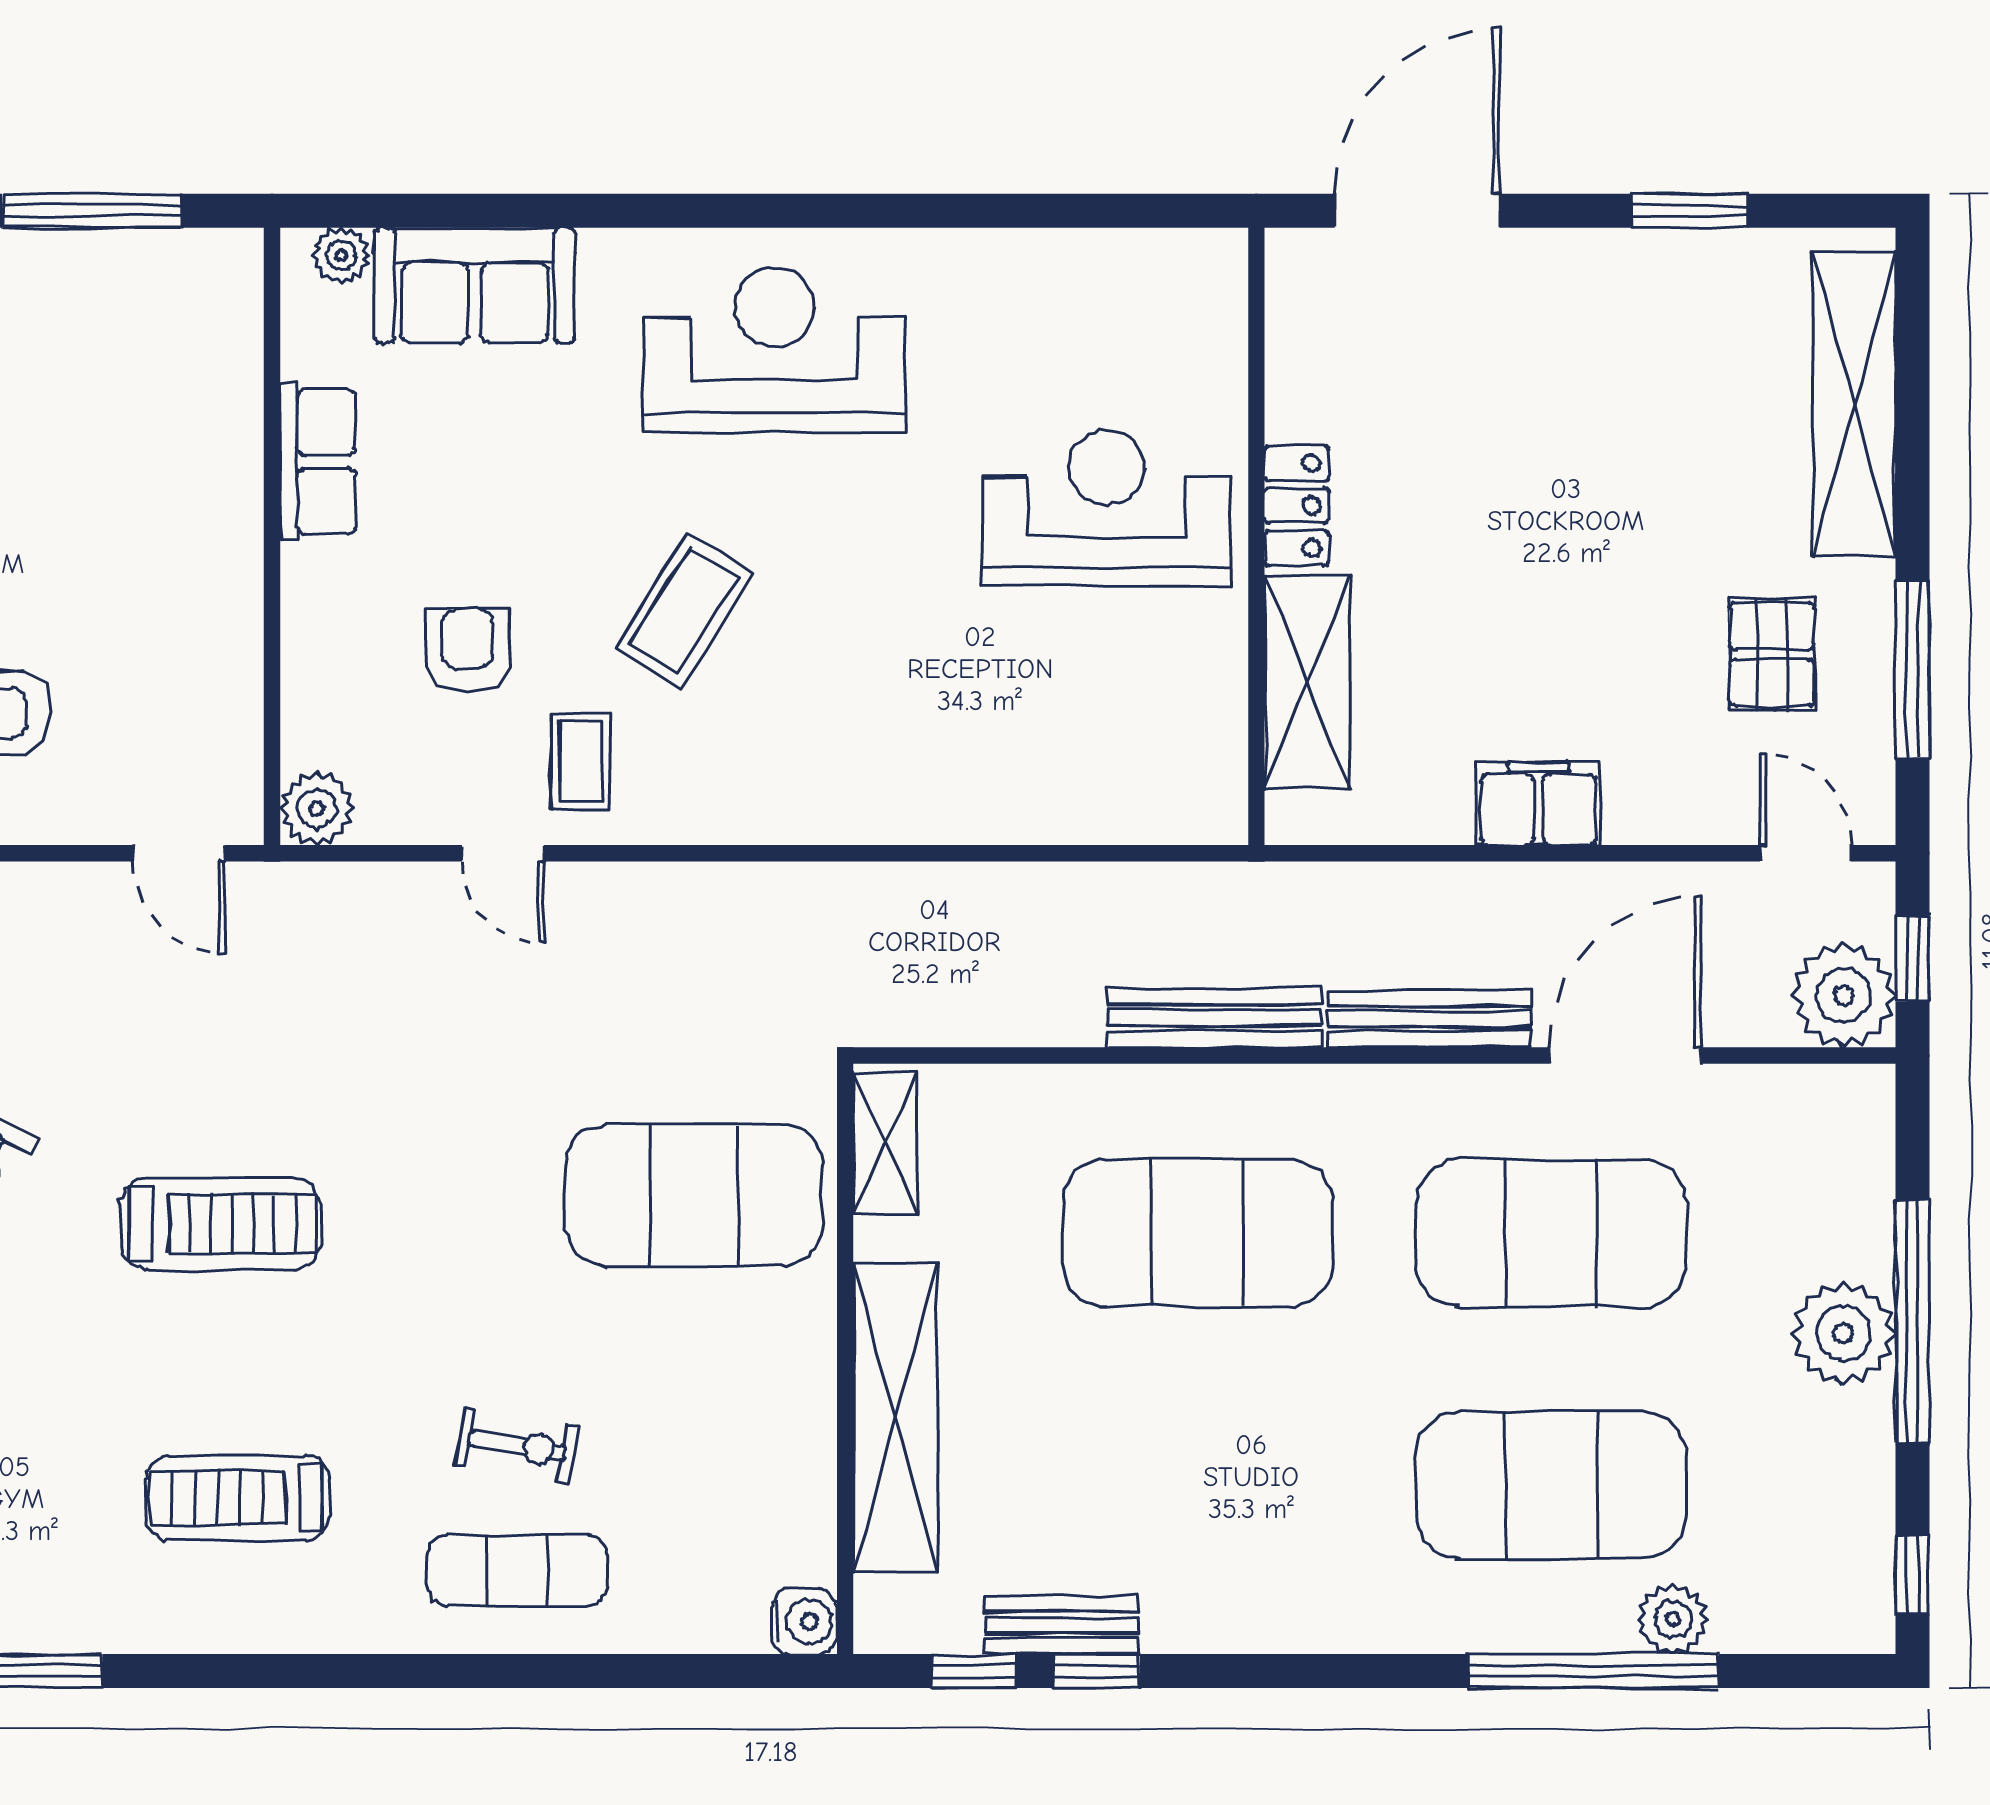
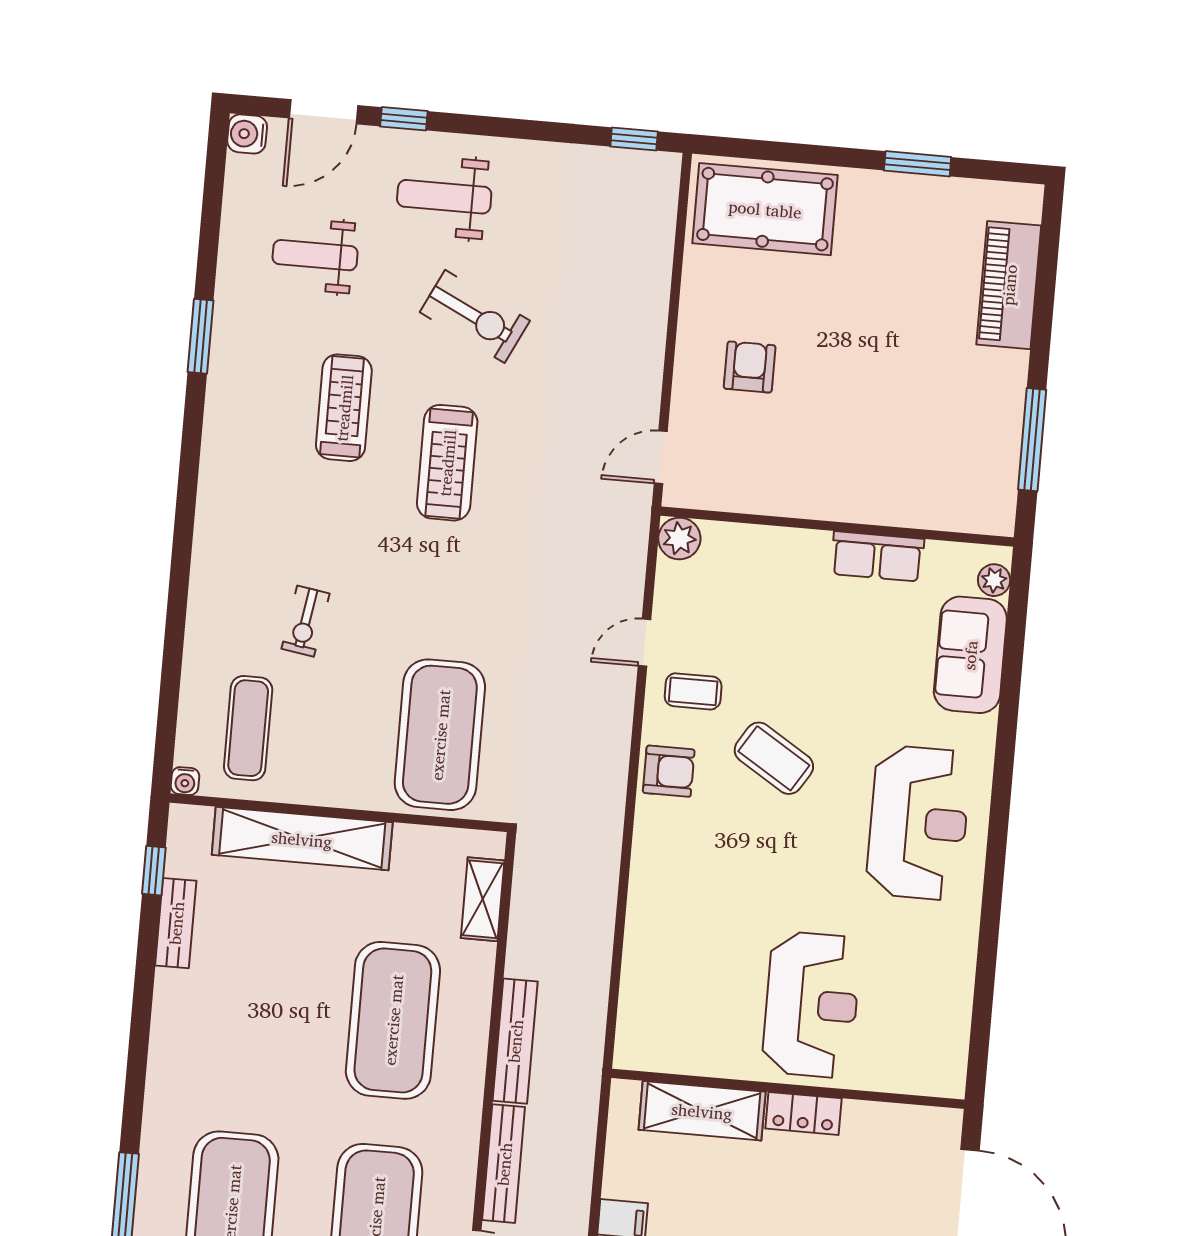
armchair: (468, 650) -> (669, 771), moved
shelving: (885, 1143) -> (483, 899), moved, turned 90
treadmill: (238, 1497) -> (344, 408), moved
exercise mat: (517, 1570) -> (248, 728), moved
water cooler: (804, 1621) -> (185, 781), width x0.72, depth x0.72
window: (1096, 1671) -> (148, 941), removed

